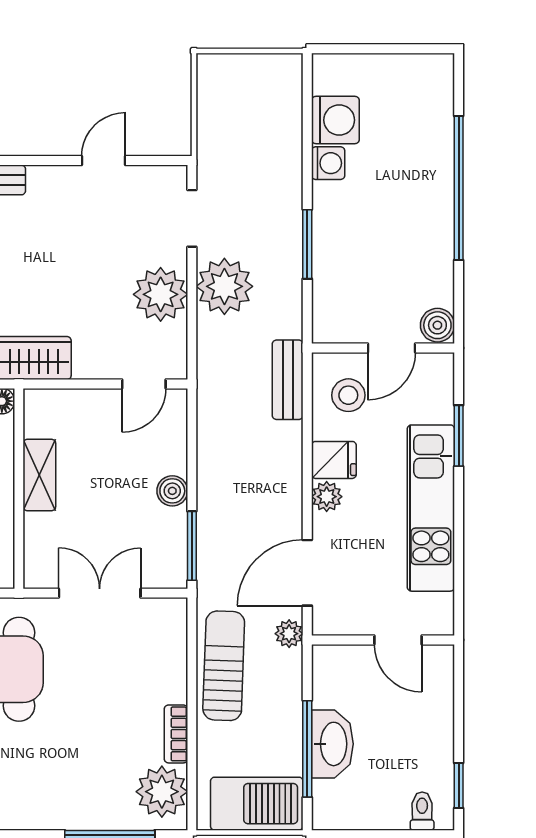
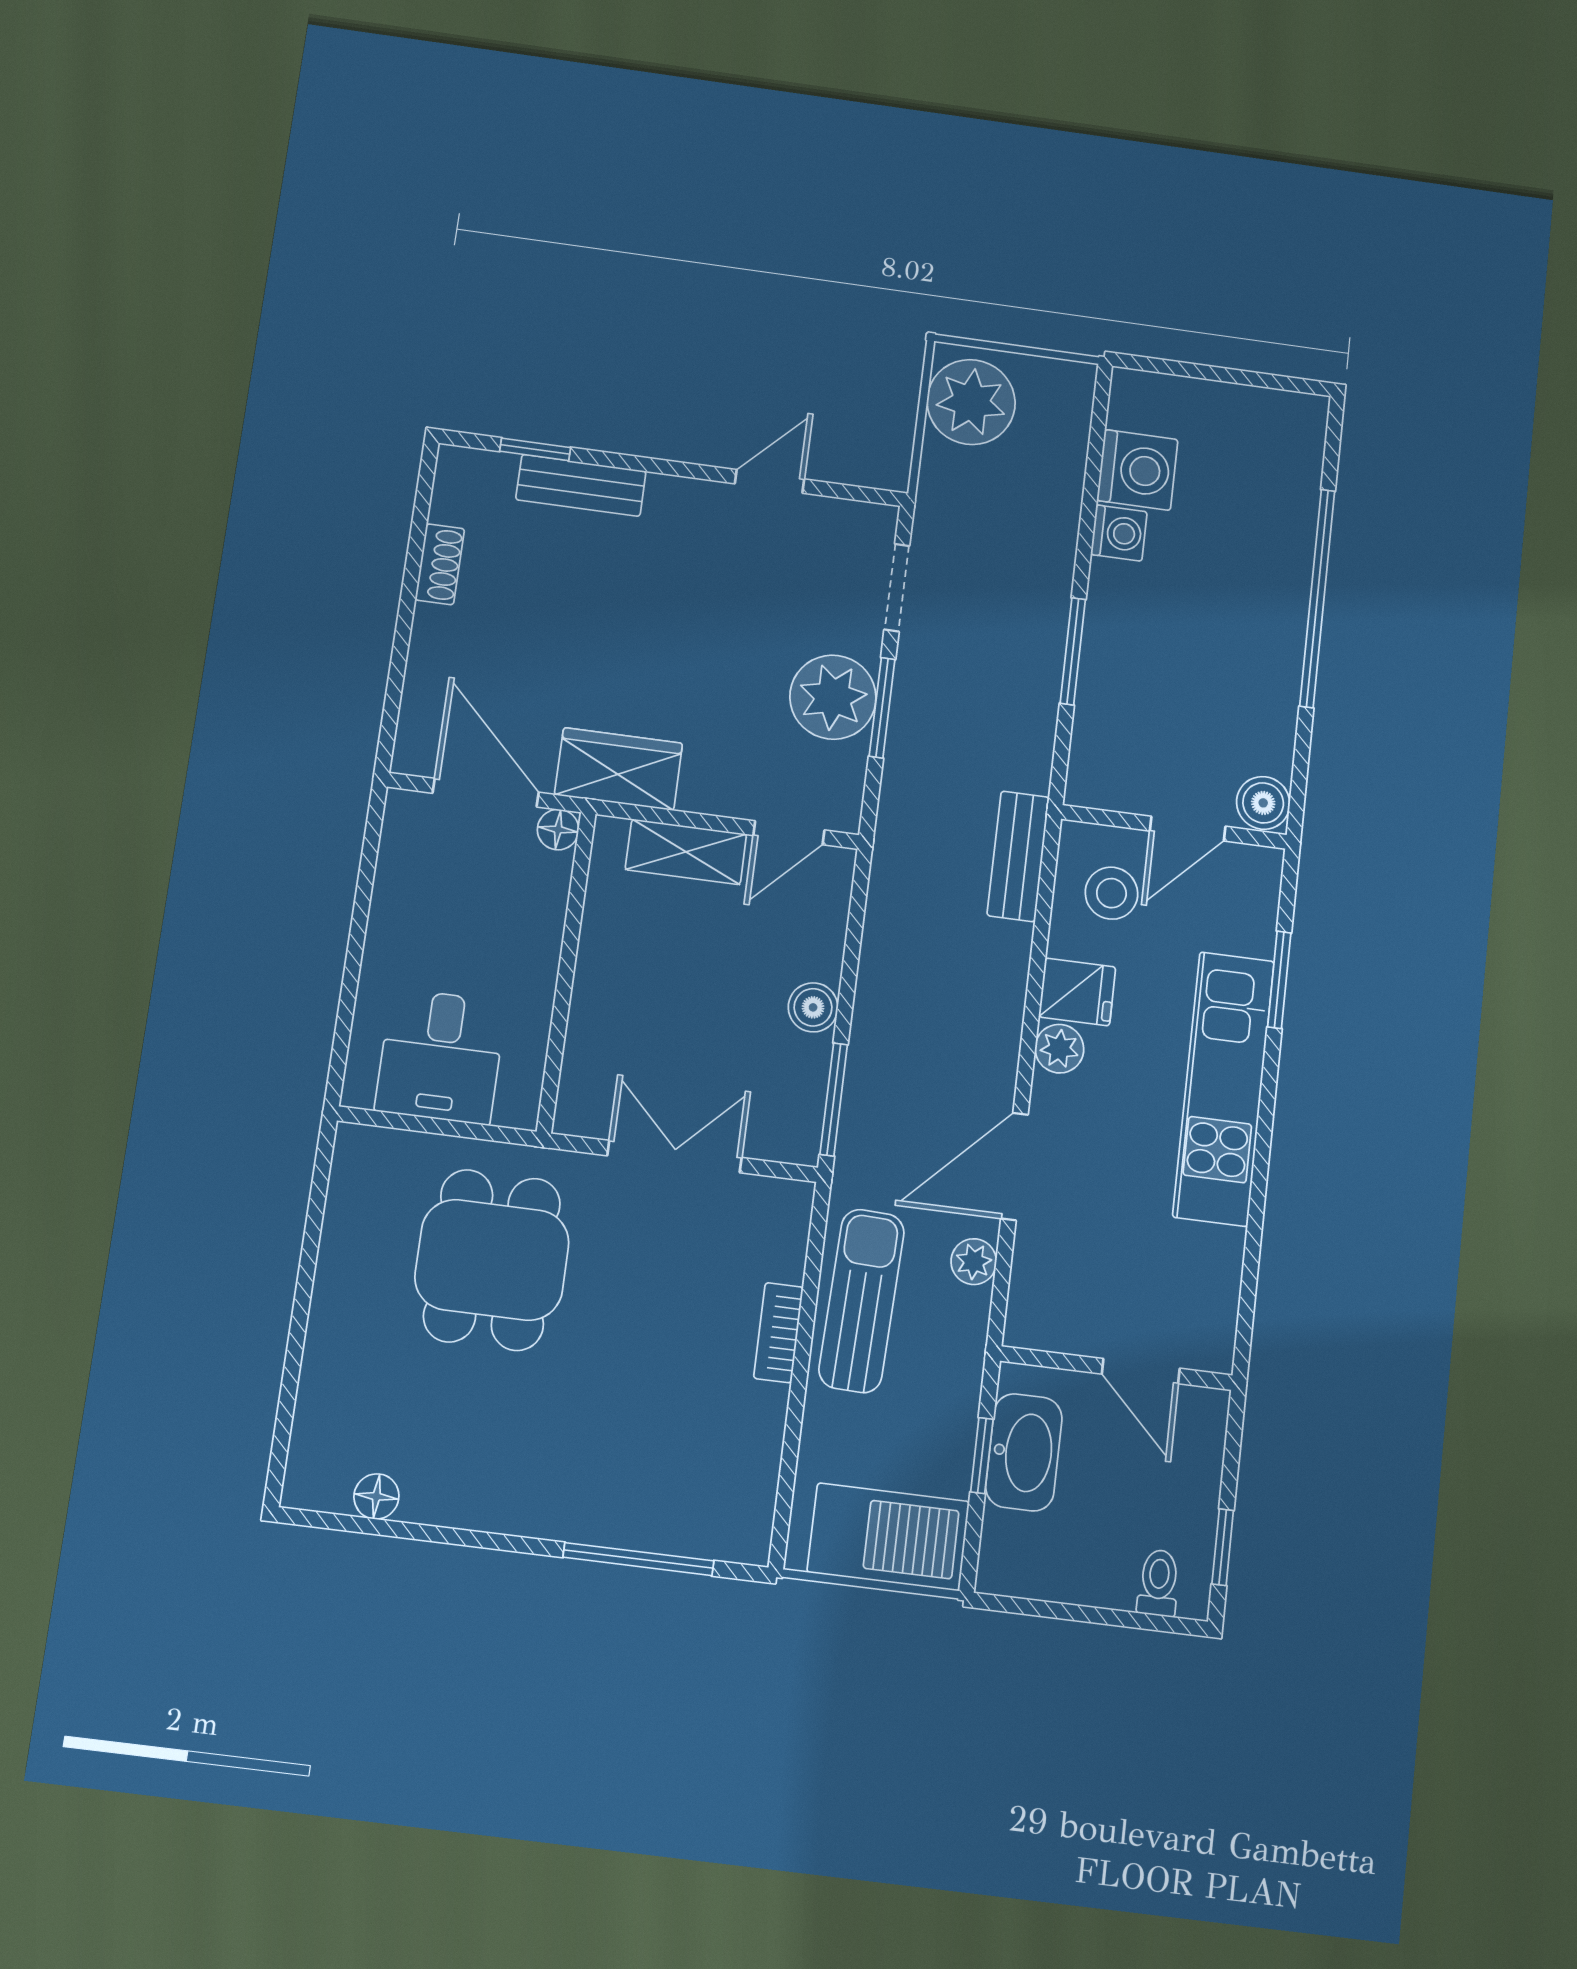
plant: (224, 286) -> (971, 402), moved
window: (192, 297) -> (882, 708), added
shelving: (39, 475) -> (686, 852), moved, turned 90
wall: (383, 640) -> (1116, 1368), moved
door: (398, 640) -> (1141, 1371), moved
bookcase: (176, 734) -> (778, 1333), moved
window: (307, 749) -> (982, 1456), width x0.46
plant: (162, 792) -> (734, 1497), removed

